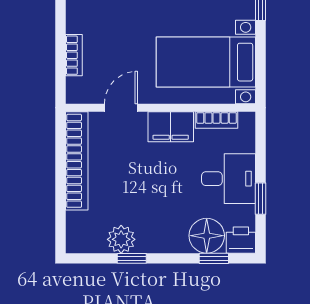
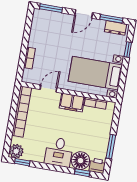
desk: (229, 179) -> (59, 152), moved, turned 90
window: (261, 199) -> (111, 147), width x1.50
plant: (121, 239) -> (16, 151), moved
window: (132, 258) -> (22, 162), moved

